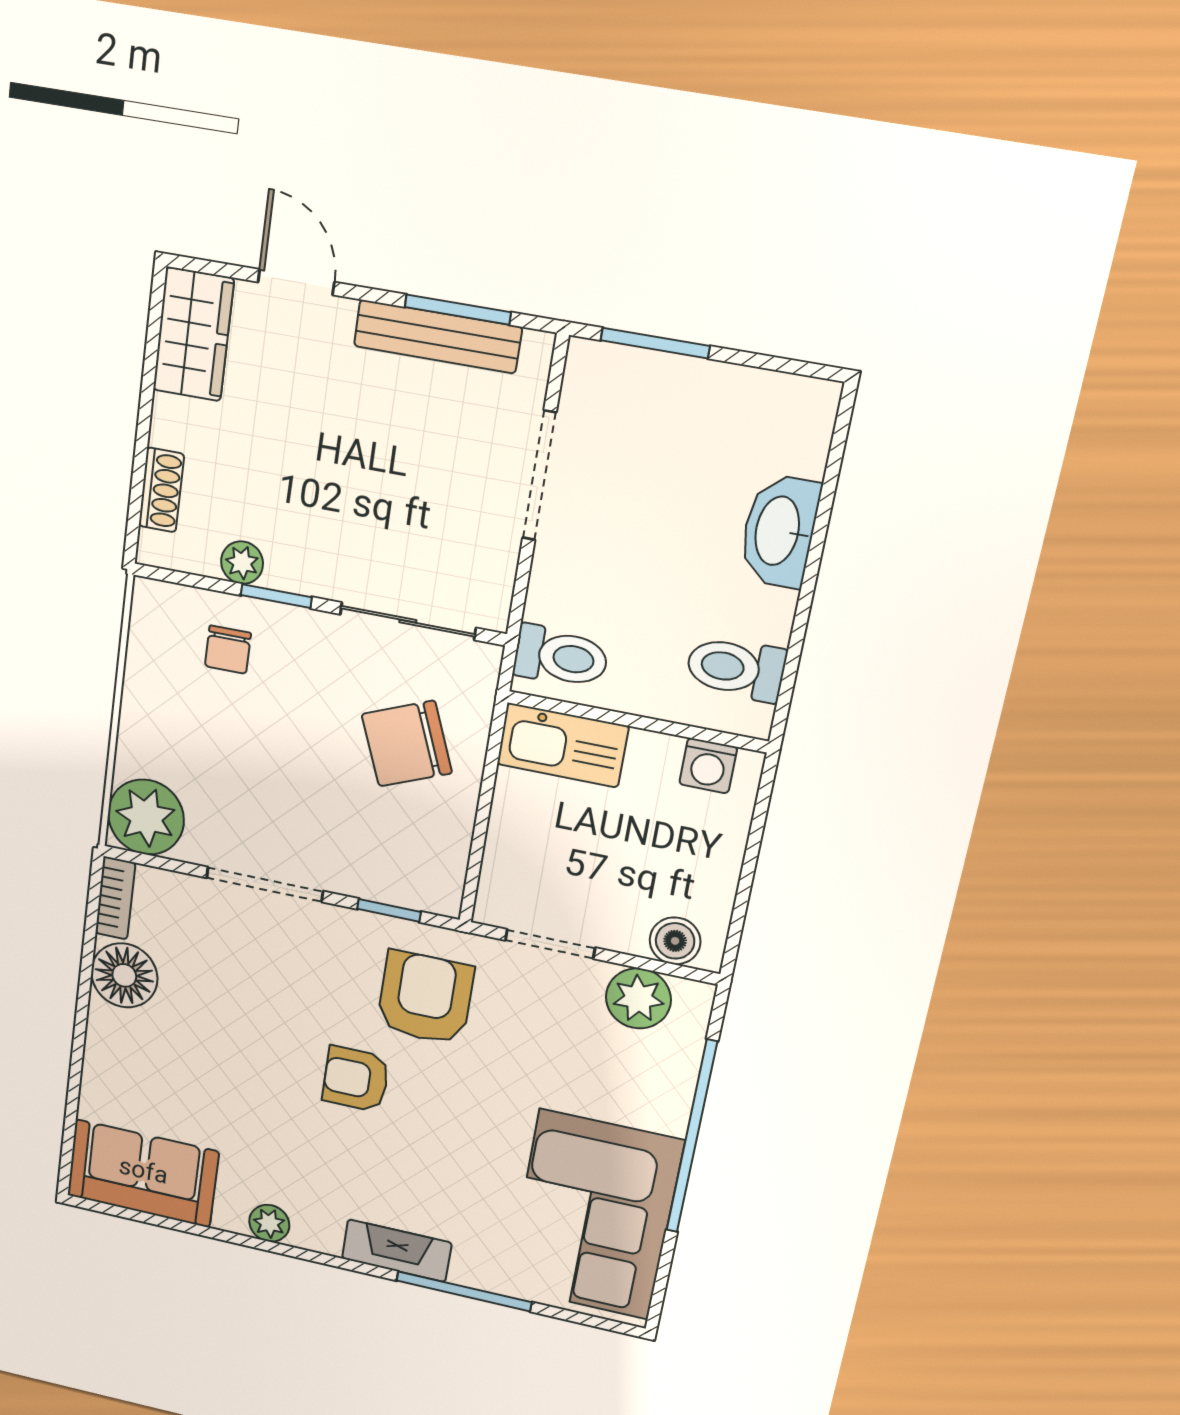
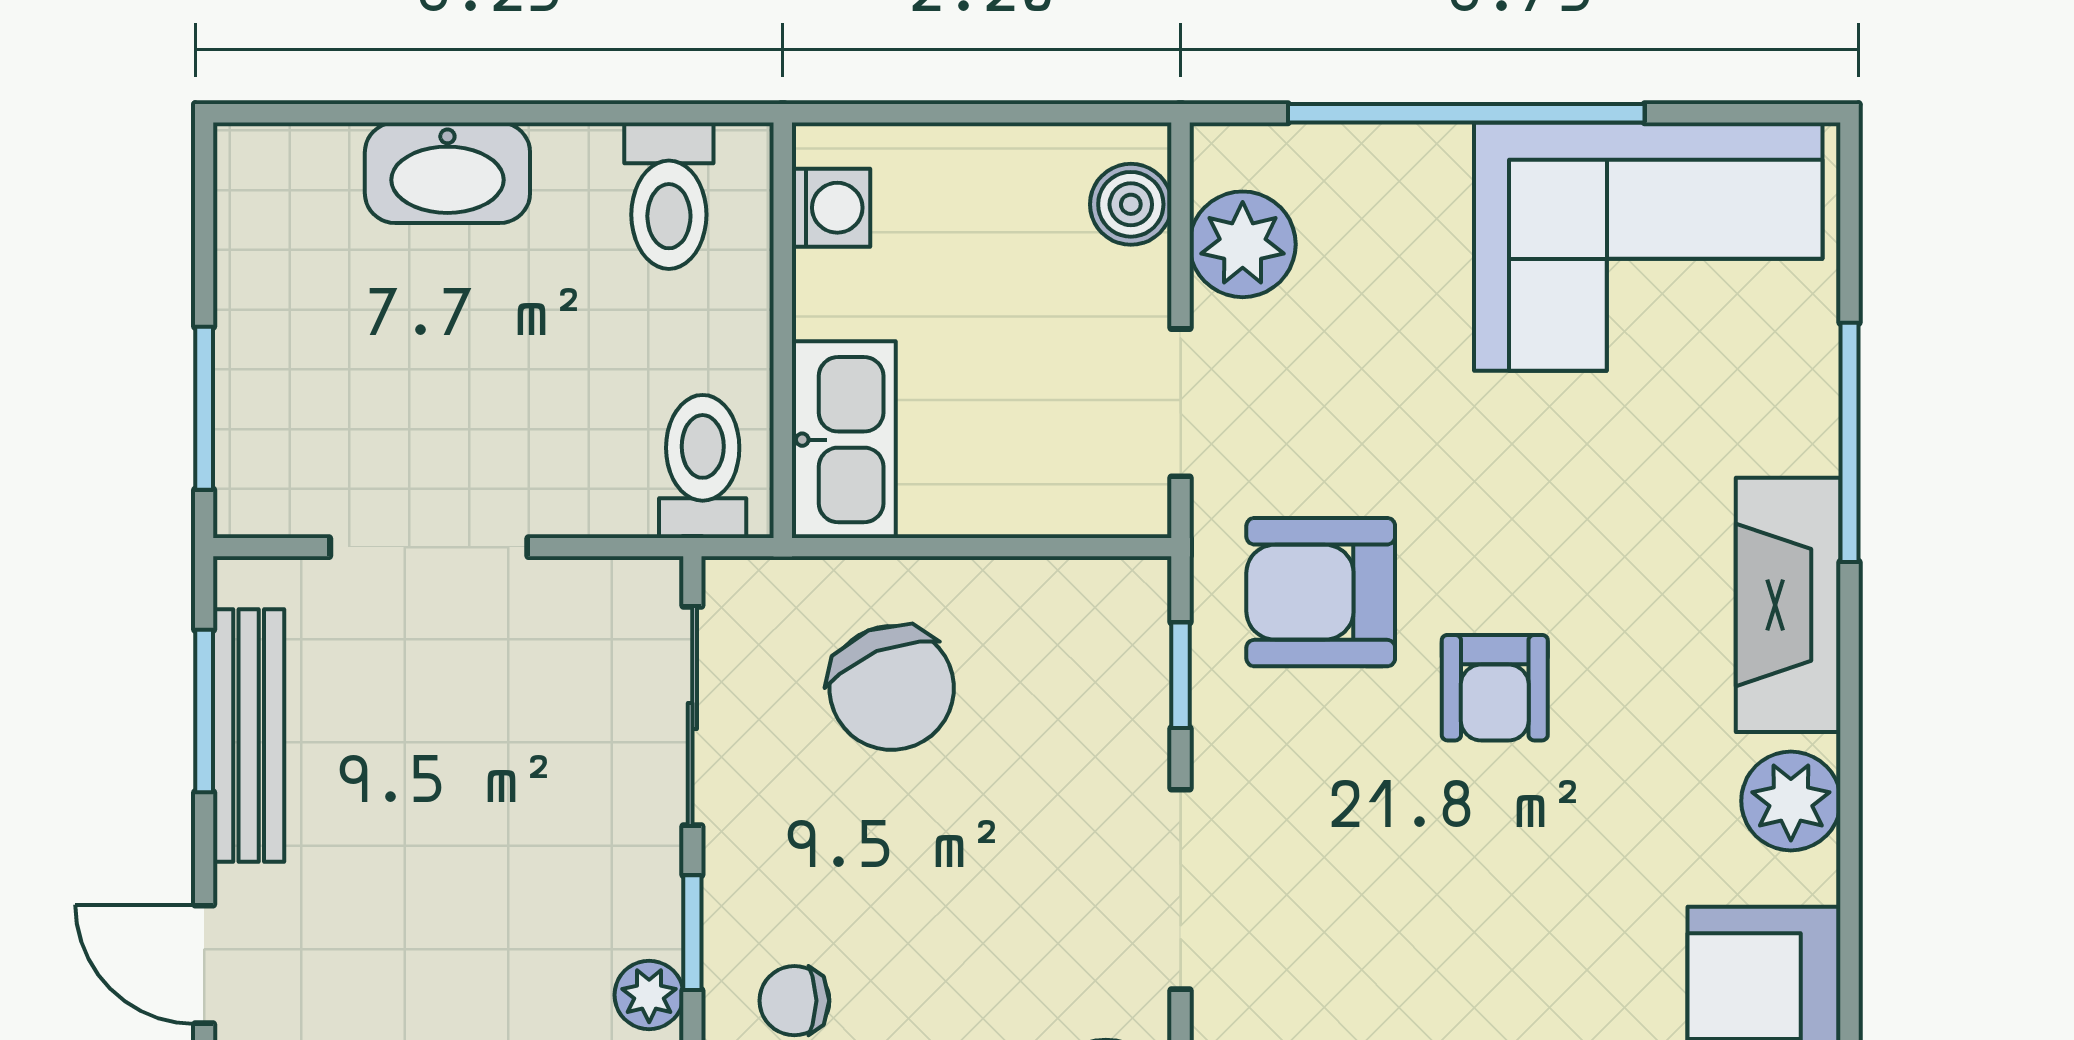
door: (296, 282) -> (204, 964), hinge flipped
chair: (228, 650) -> (794, 1001), turned 180
plant: (269, 1223) -> (1791, 801), width x1.38, depth x1.38
fireplace: (397, 1251) -> (1788, 605), width x1.37, depth x1.32

